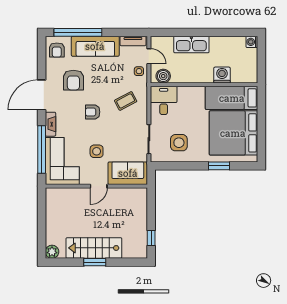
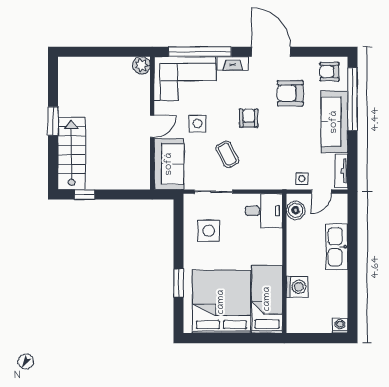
coffee table: (126, 101) -> (227, 154), moved
door: (99, 186) -> (152, 126), swing flipped
stairs: (94, 248) -> (72, 153), moved
plant: (52, 252) -> (141, 65), moved

